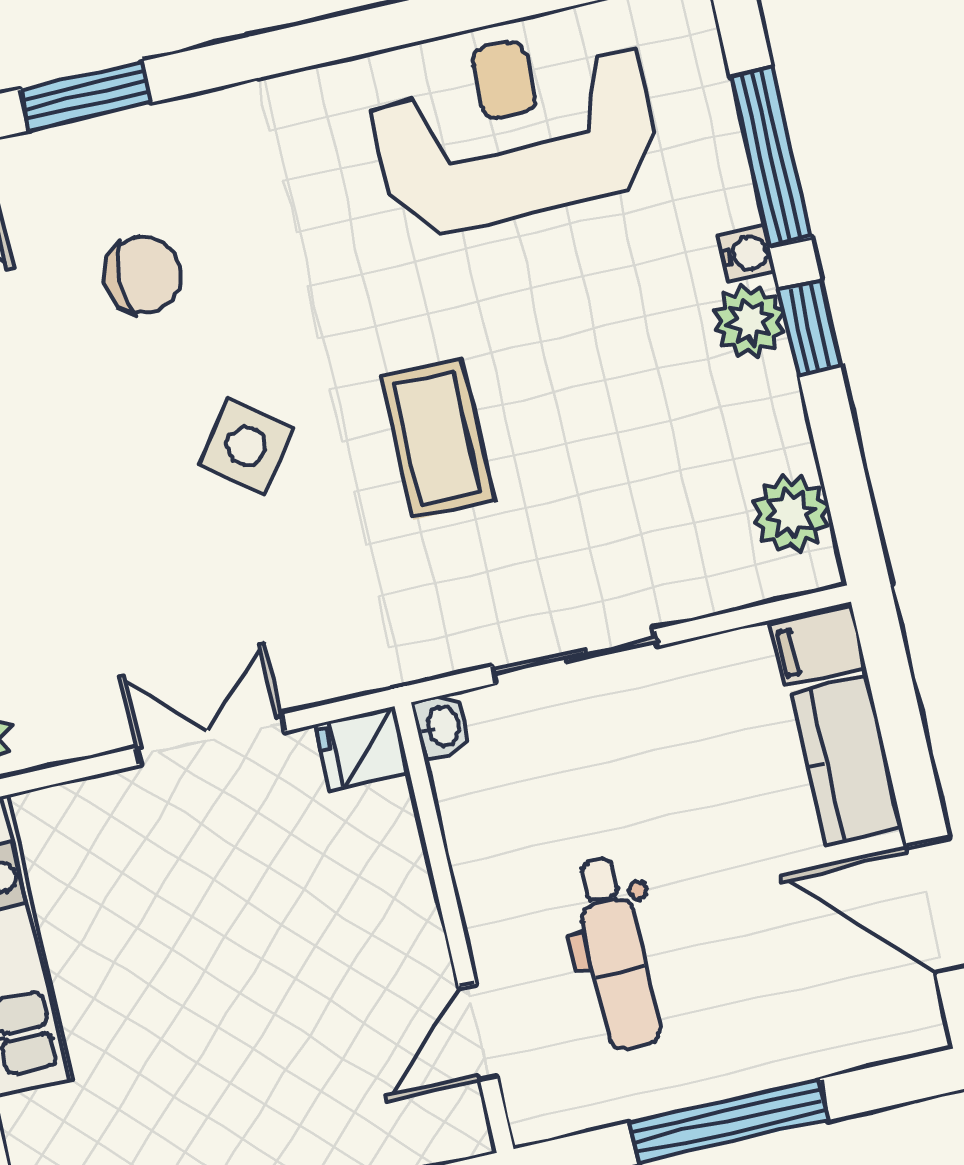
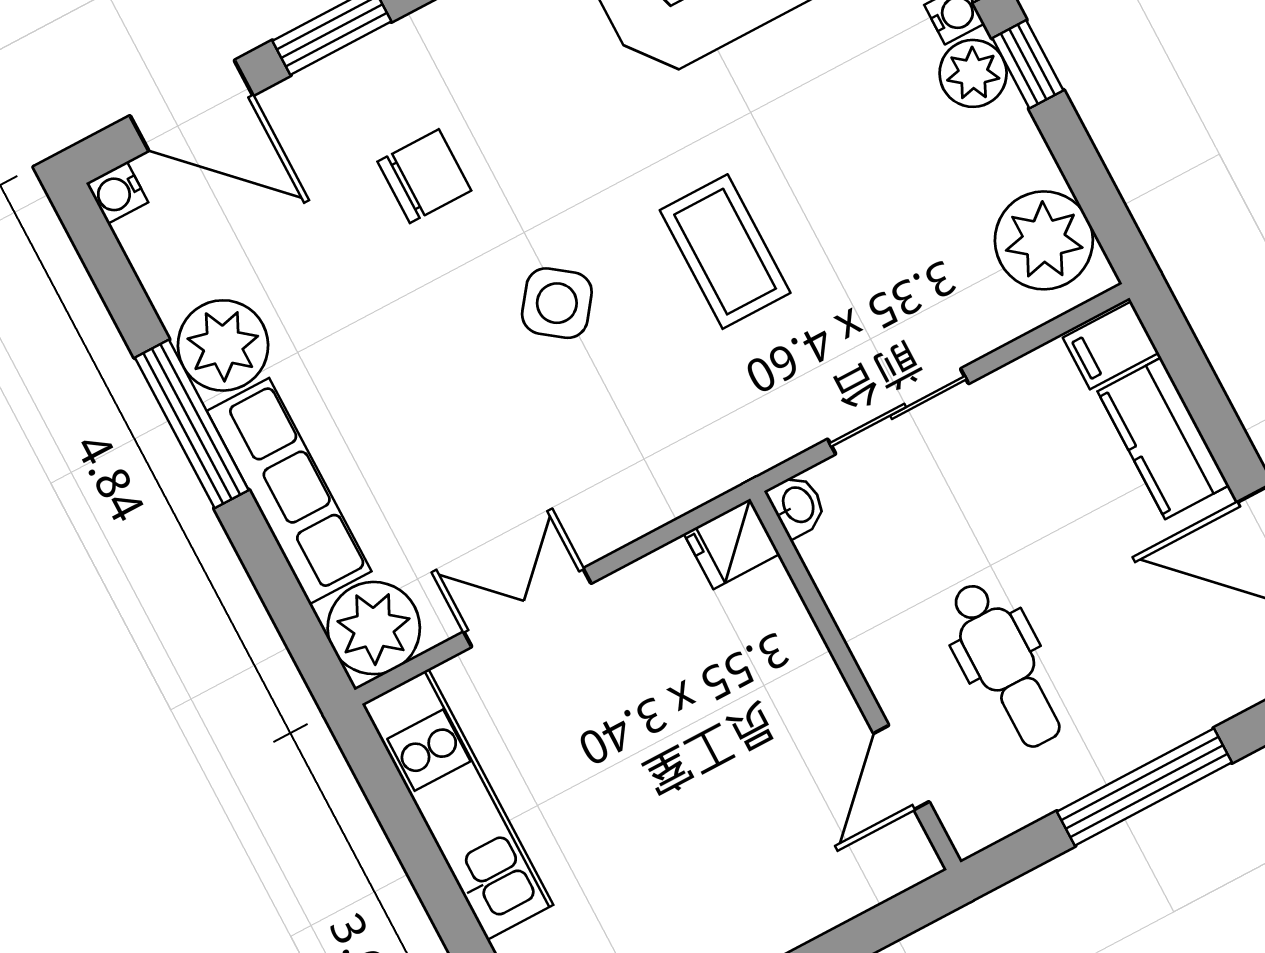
plant: (791, 514) -> (1044, 240), width x1.36, depth x1.36
double door: (210, 740) -> (527, 608), moved

